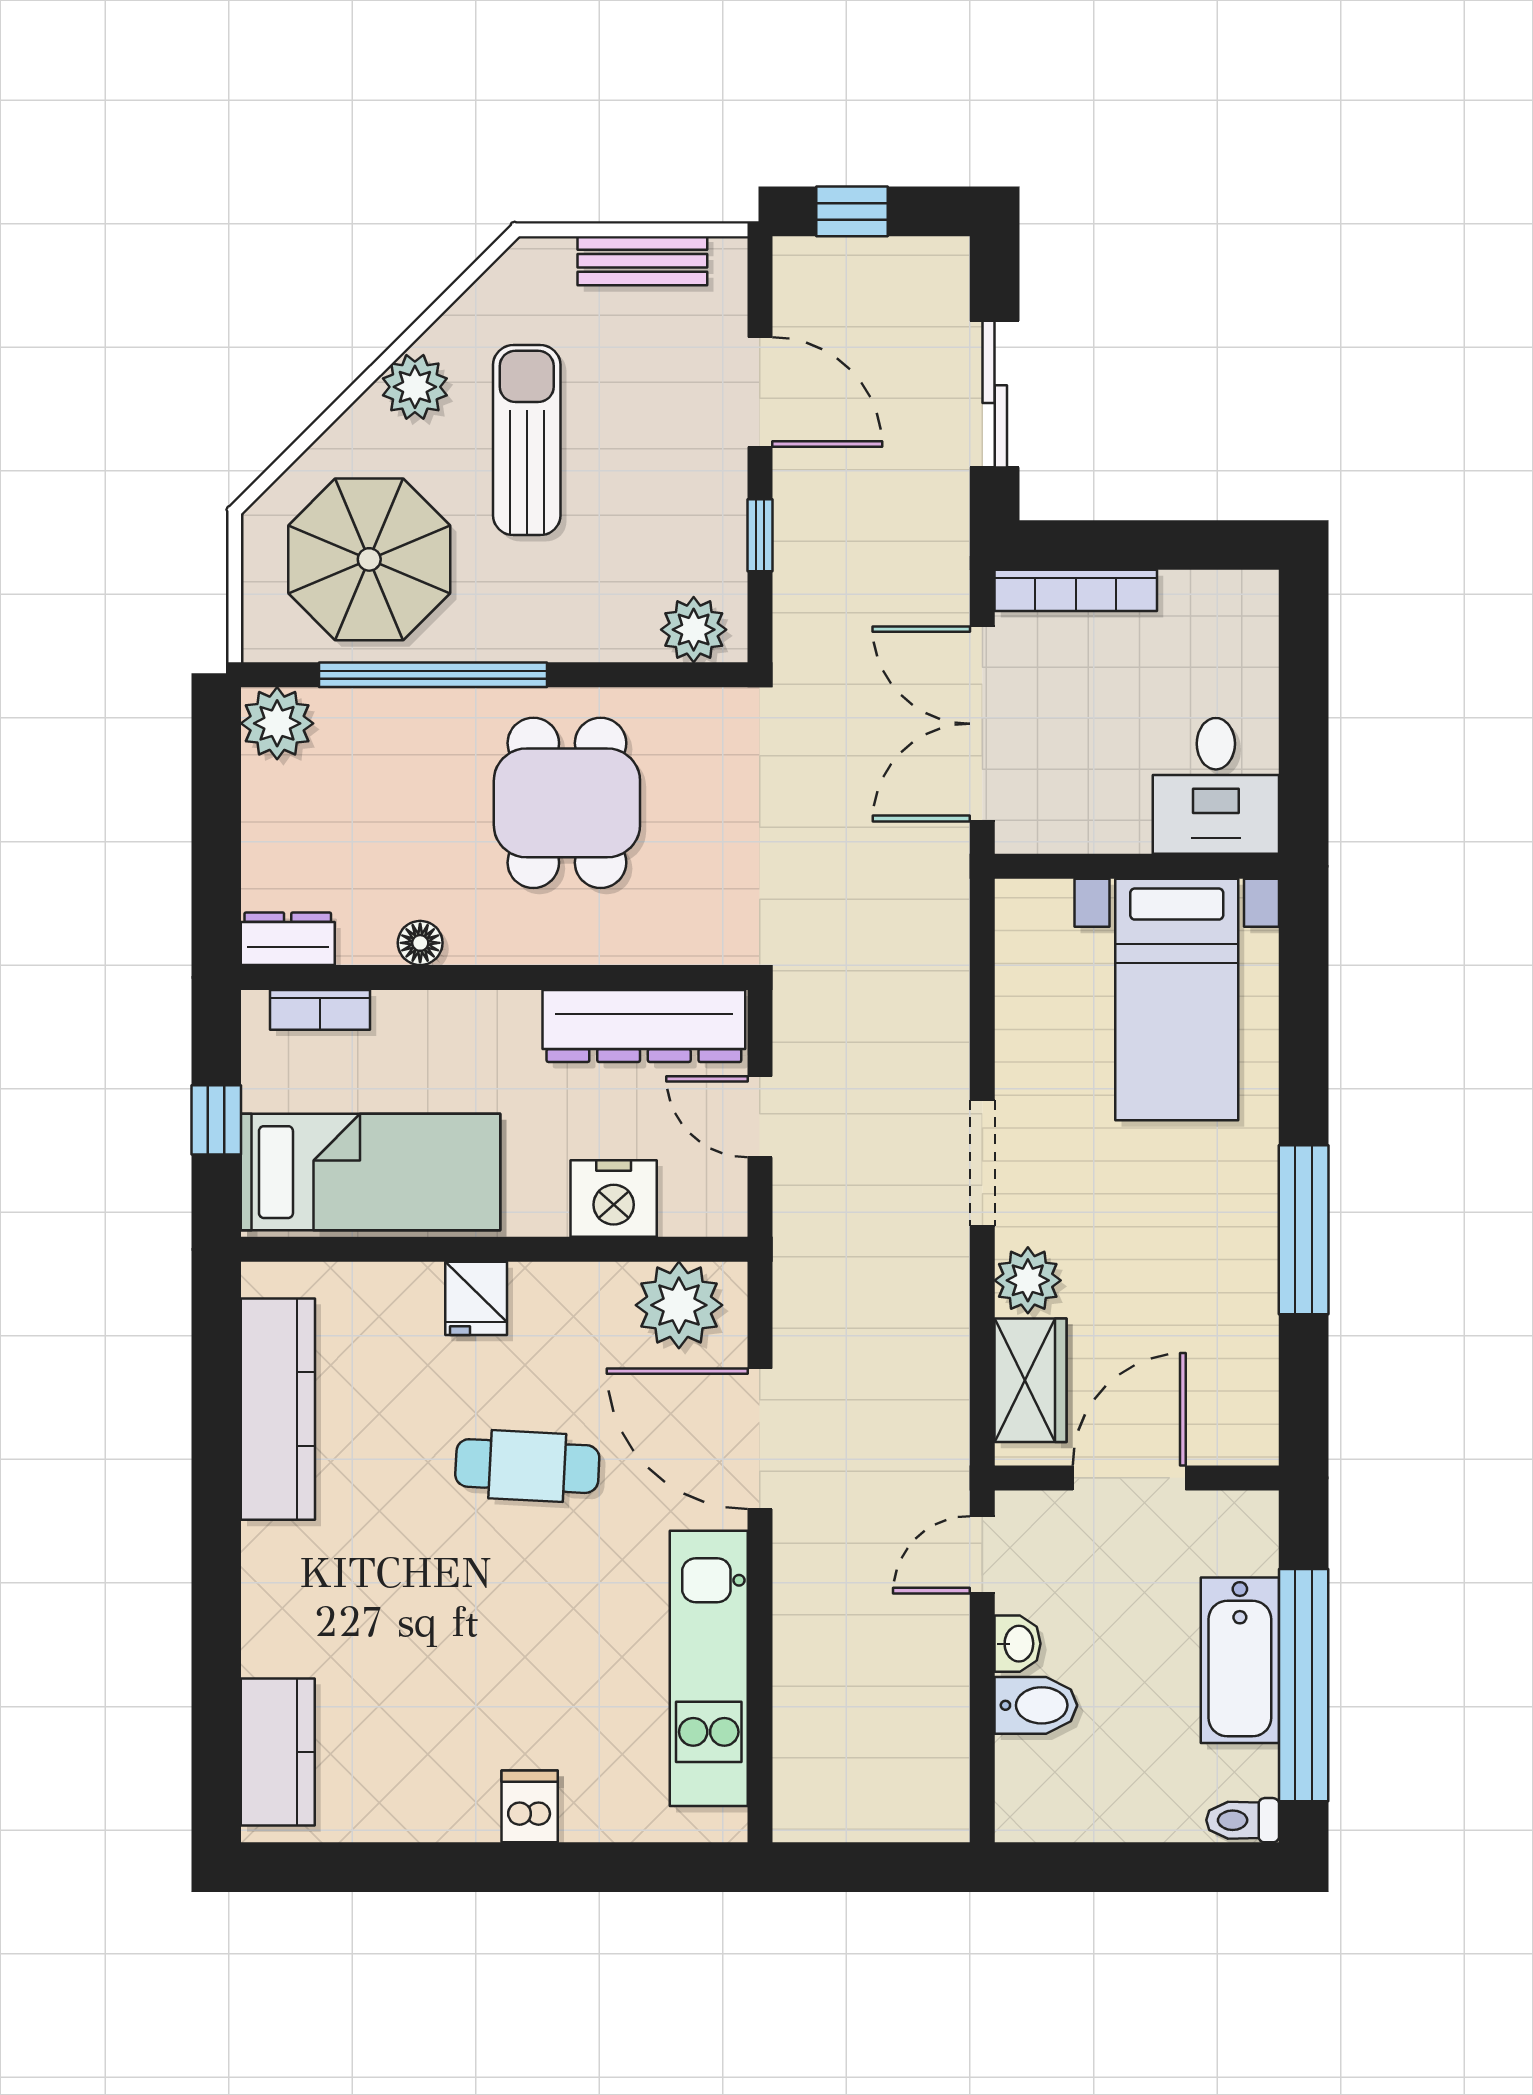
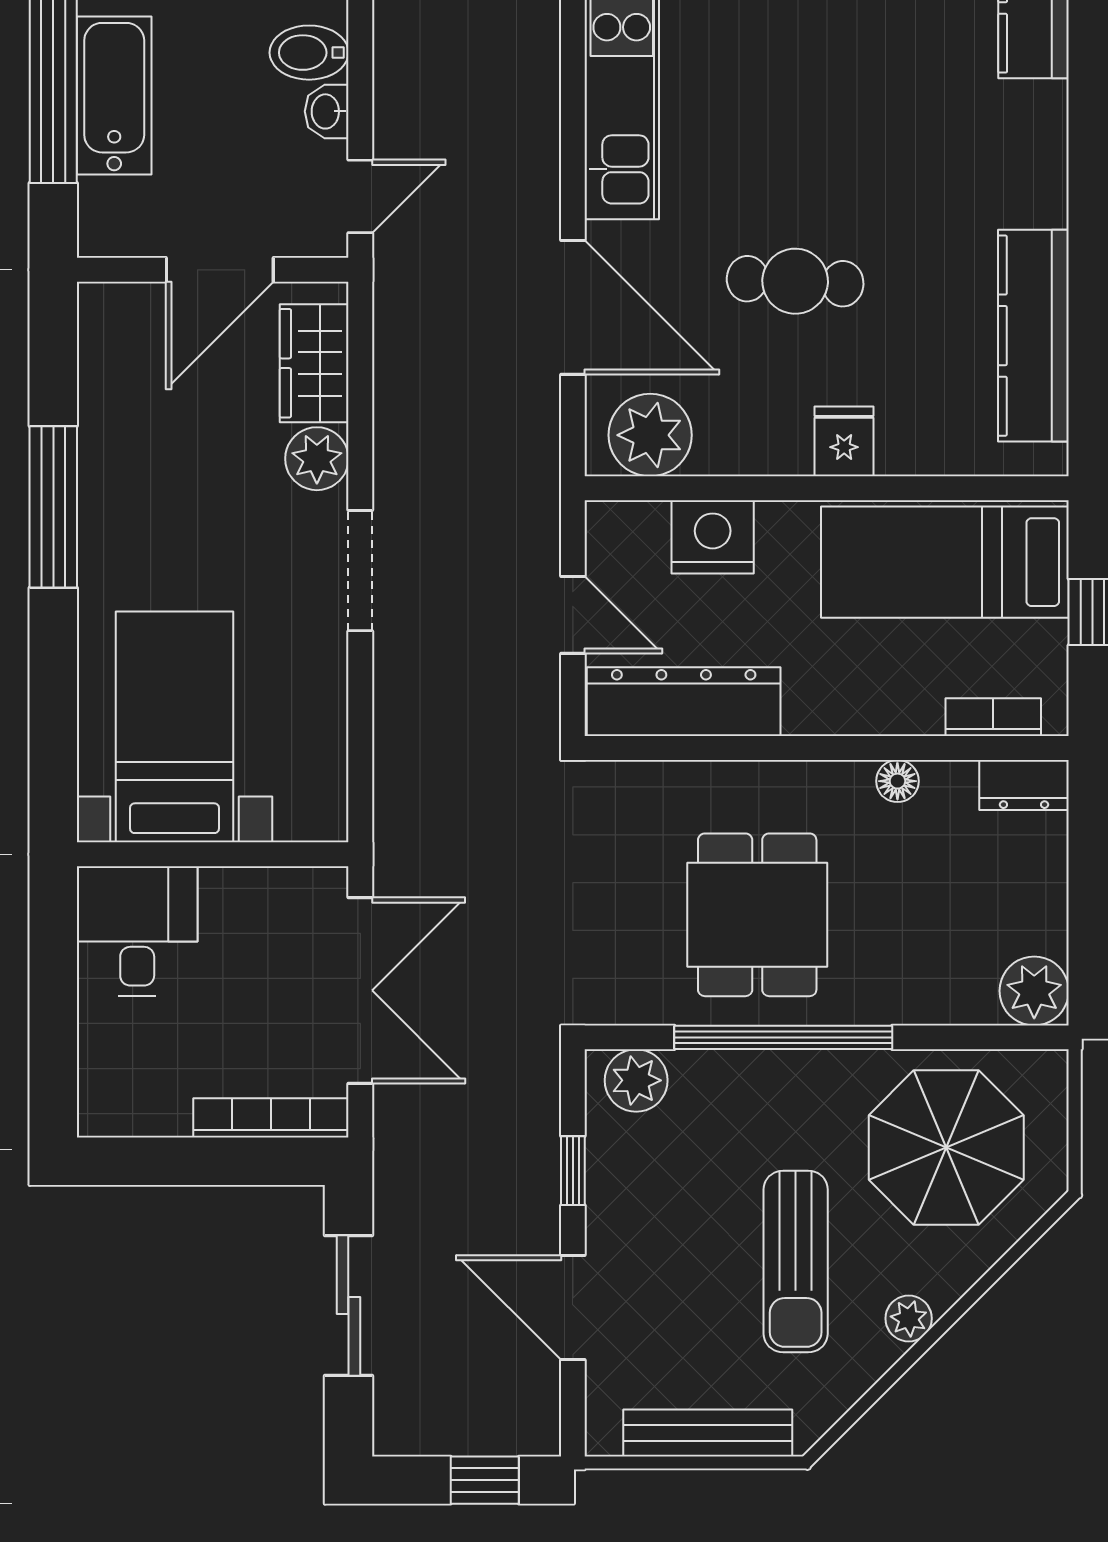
bench: (642, 261) -> (708, 1433), width x1.36
plant: (415, 387) -> (909, 1318), width x0.73, depth x0.73
window: (433, 675) -> (783, 1037), moved

